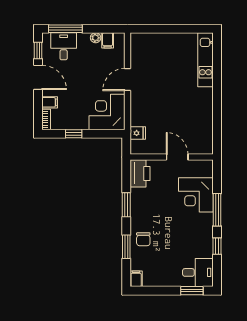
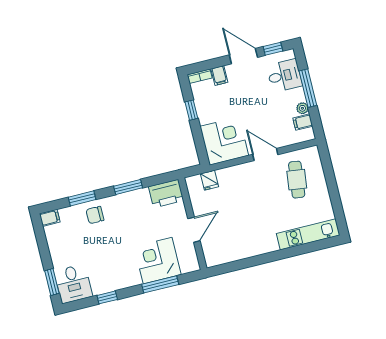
window: (65, 29) -> (308, 88), moved
cafe table: (156, 58) -> (297, 180), added
door: (38, 77) -> (243, 56), swing flipped
window: (217, 210) -> (160, 284), moved

